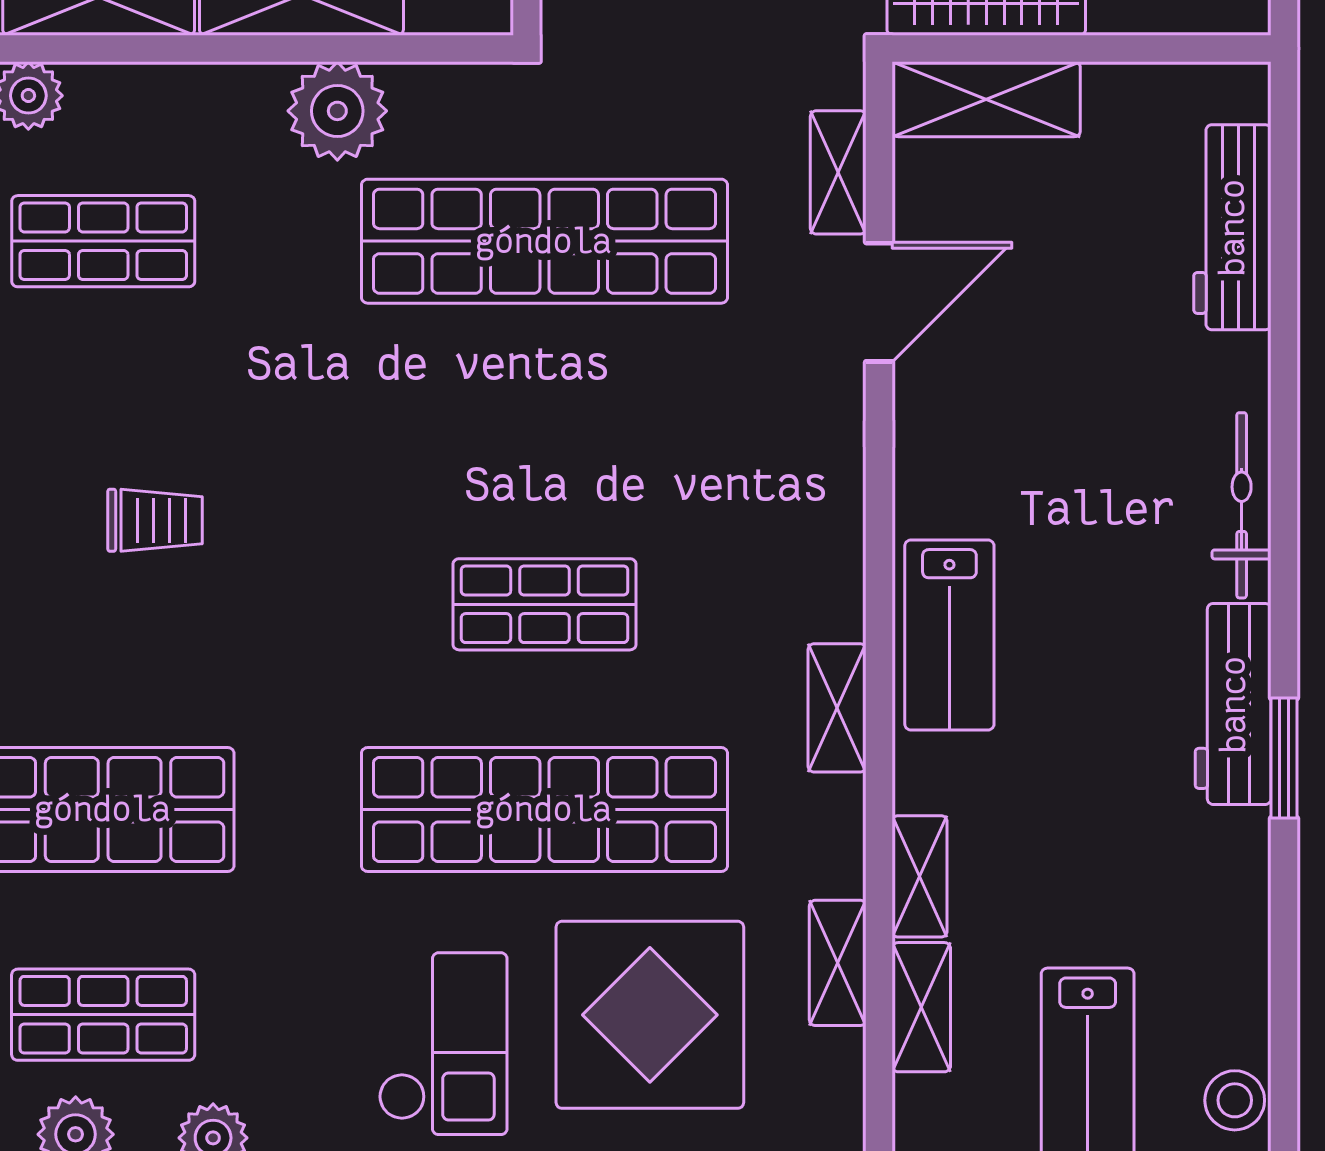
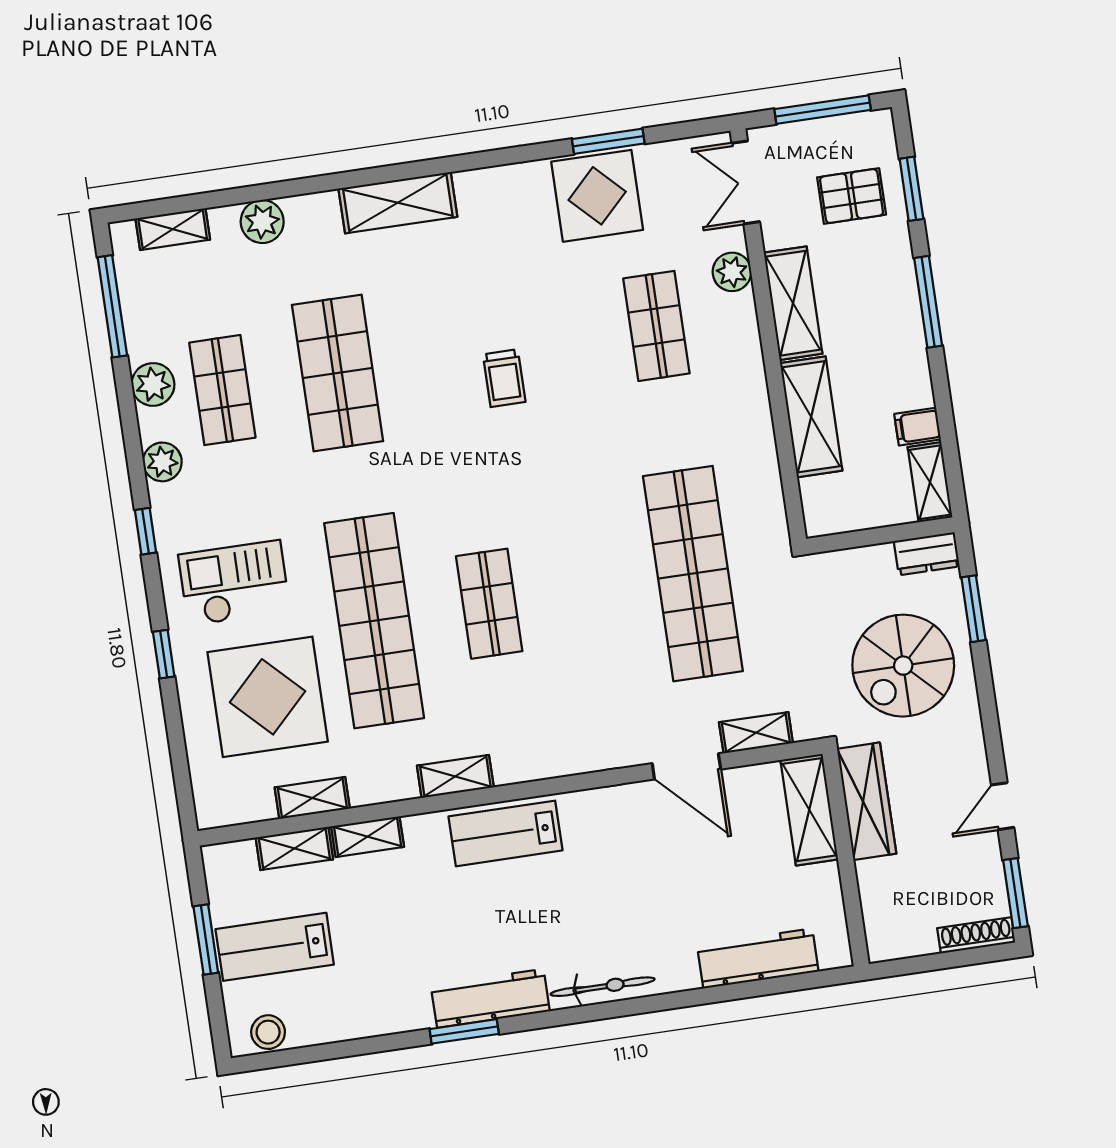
plant: (337, 111) -> (749, 447), removed
checkout: (443, 1044) -> (234, 583), turned 180

